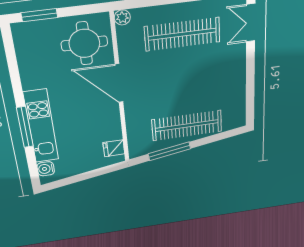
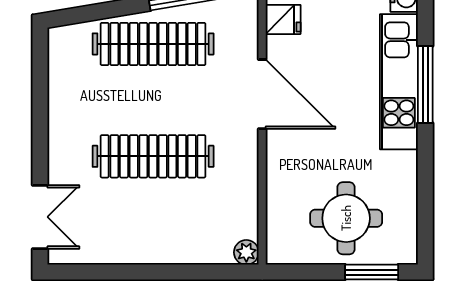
clothes rail: (182, 34) -> (153, 156), moved
round table: (84, 43) -> (346, 218), moved
door: (119, 83) -> (262, 94), moved

